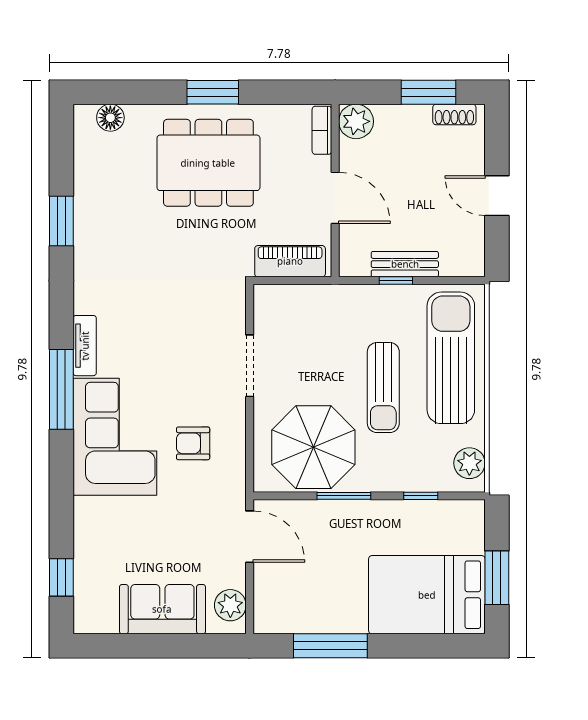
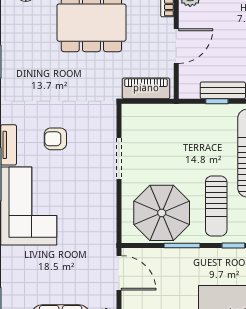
door: (335, 198) -> (176, 46), hinge flipped
sun lounger: (383, 388) -> (216, 206), moved
armchair: (193, 443) -> (55, 139), moved

